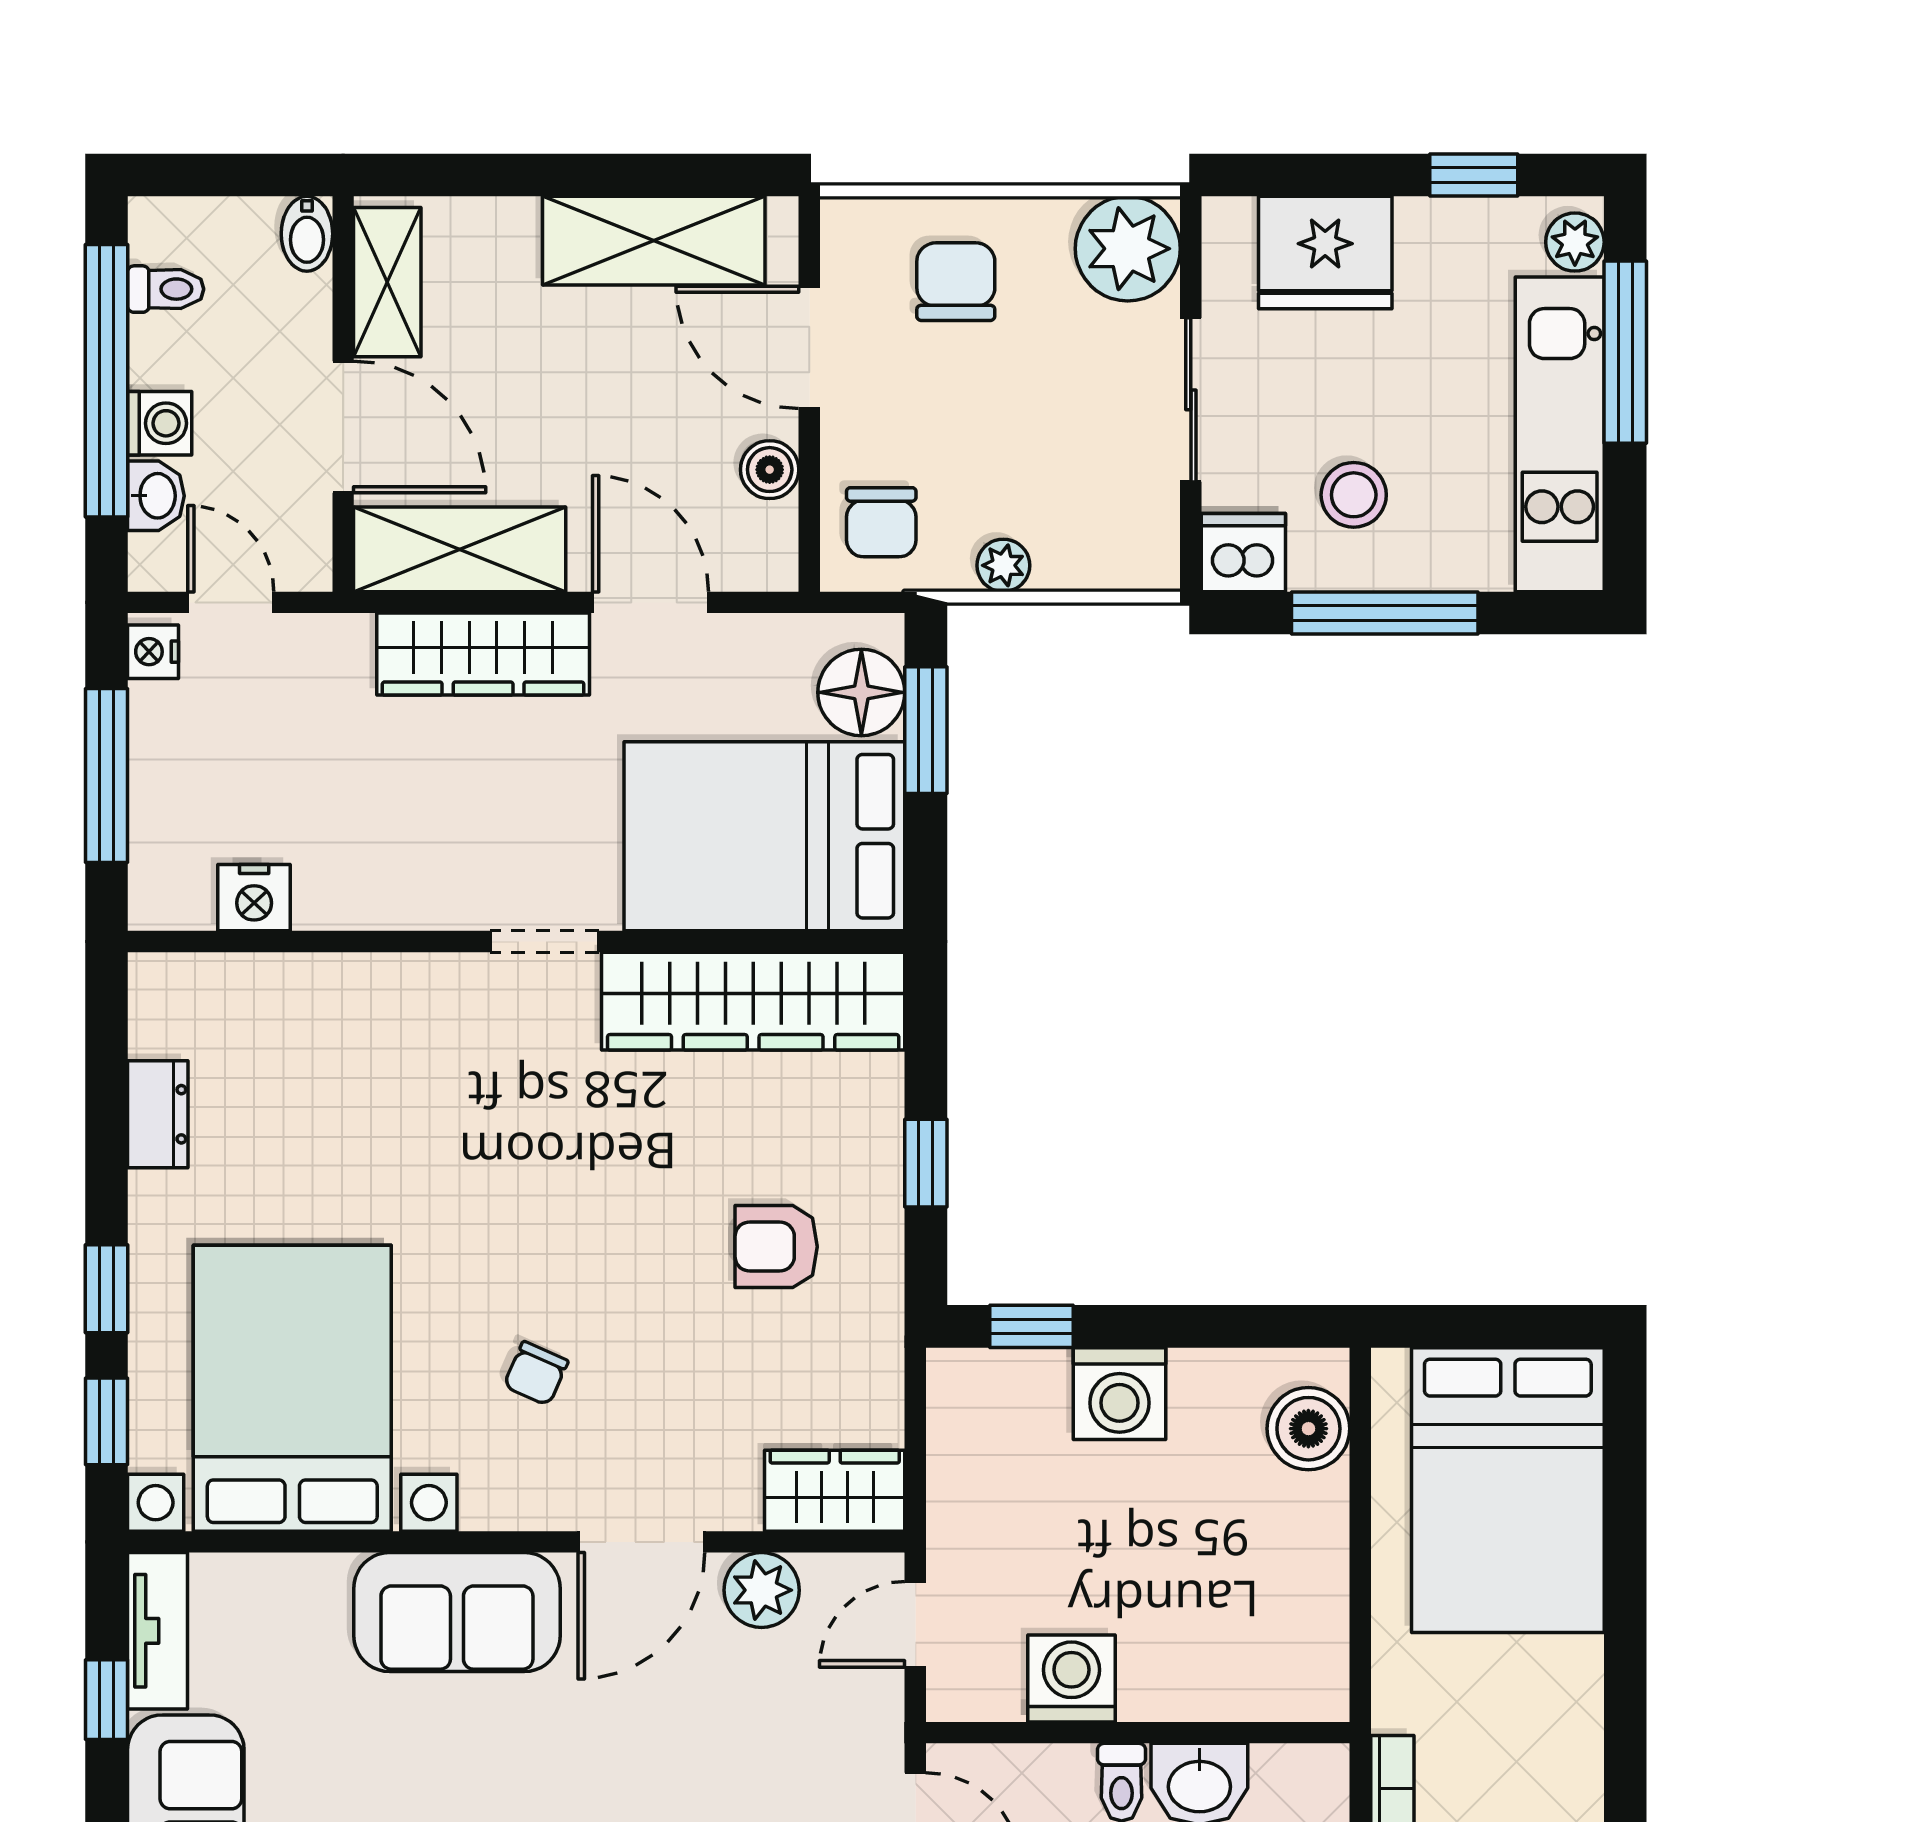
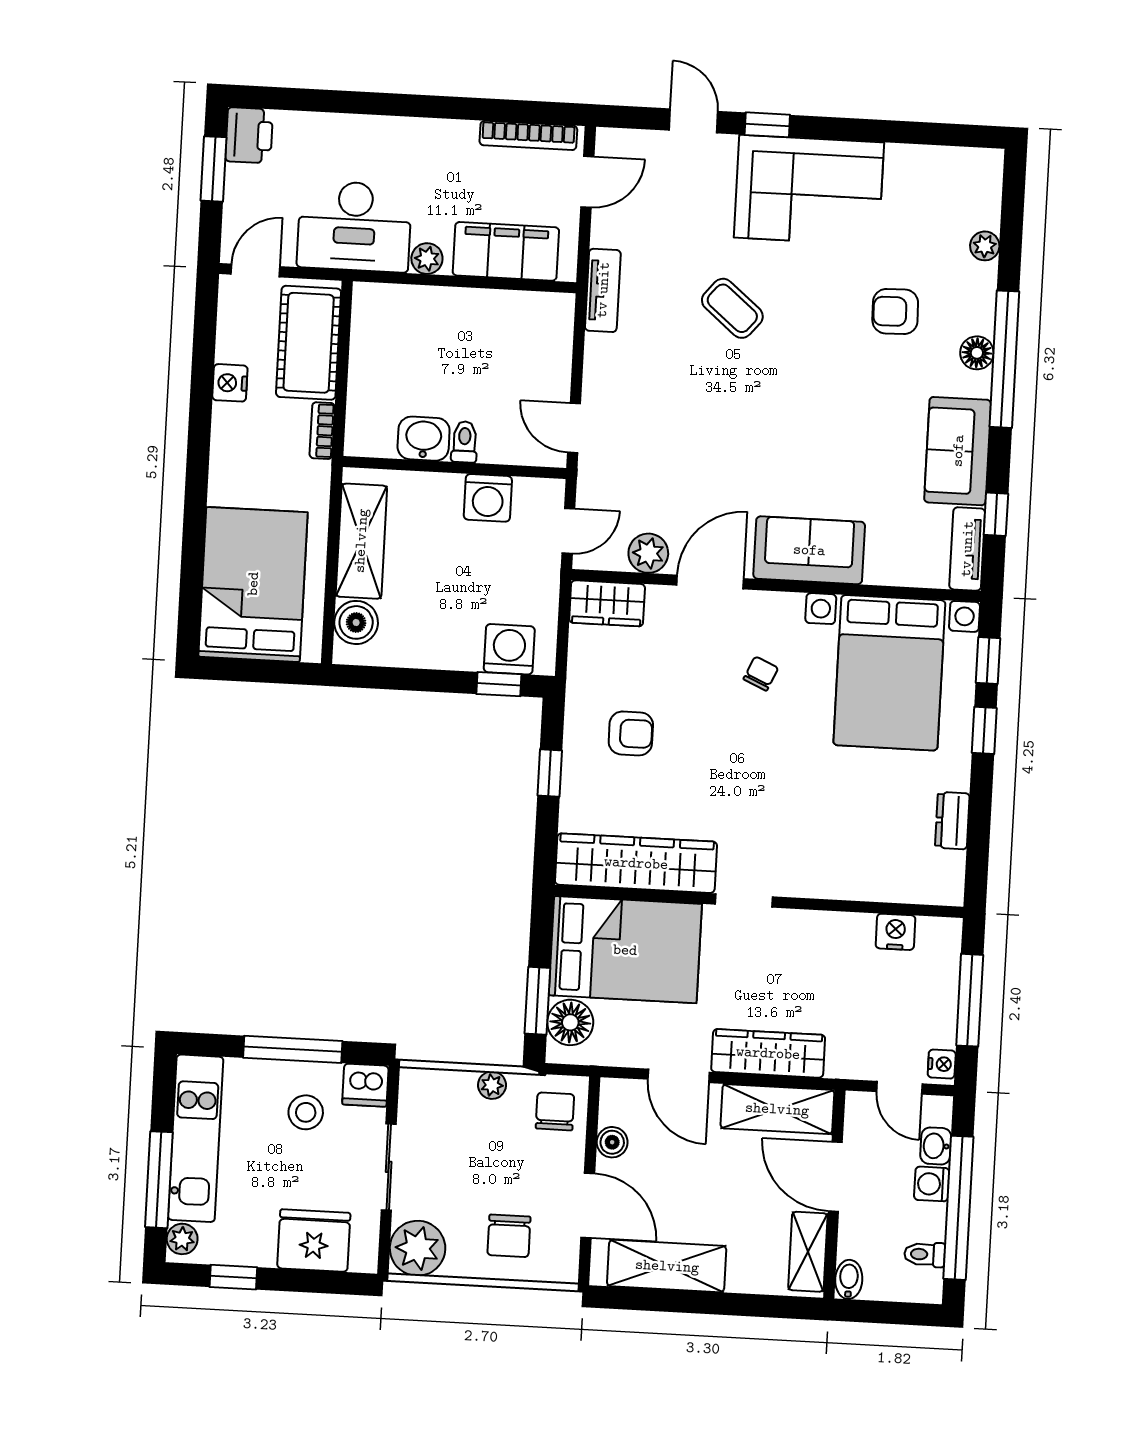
washing machine: (1119, 1394) -> (509, 649), moved
shelving: (1307, 1583) -> (361, 541), added

